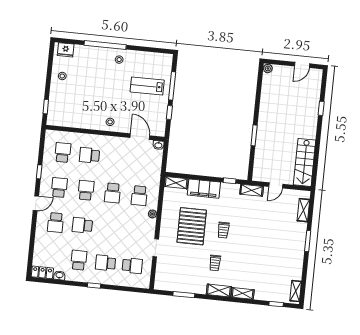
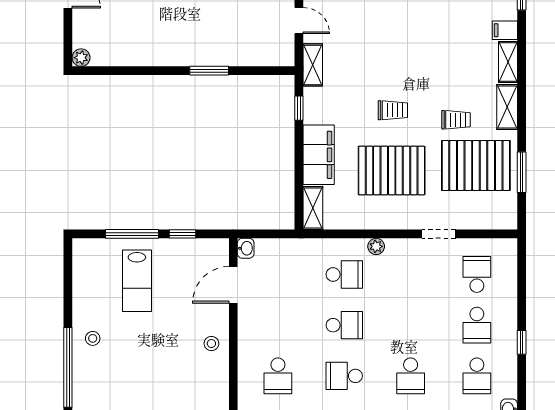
school desk: (79, 260) -> (477, 376), turned -90
pallet: (190, 271) -> (476, 166), added
filing cabinet: (260, 293) -> (505, 30), added

